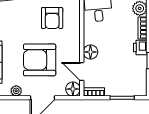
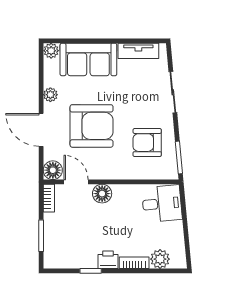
armchair: (40, 60) -> (92, 126), turned 90
door: (82, 72) -> (76, 182), hinge flipped

